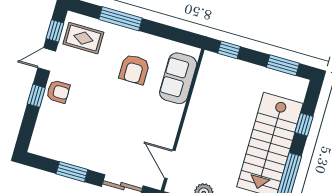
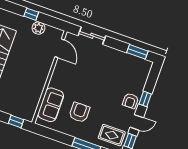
armchair: (58, 92) -> (130, 101), turned -90
window: (72, 172) -> (137, 52), moved

